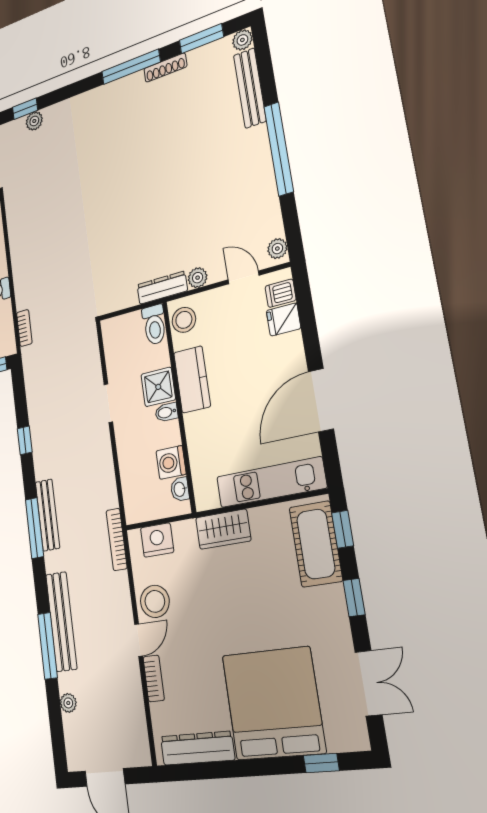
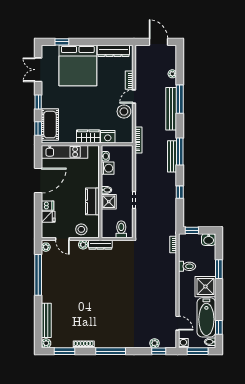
window: (131, 67) -> (111, 351), moved
window: (279, 149) -> (38, 275), moved
dishwasher: (281, 293) -> (48, 206), moved
stool: (184, 320) -> (81, 229), moved
toilet: (154, 325) -> (121, 229), moved
nightstand: (157, 540) -> (108, 137), moved

